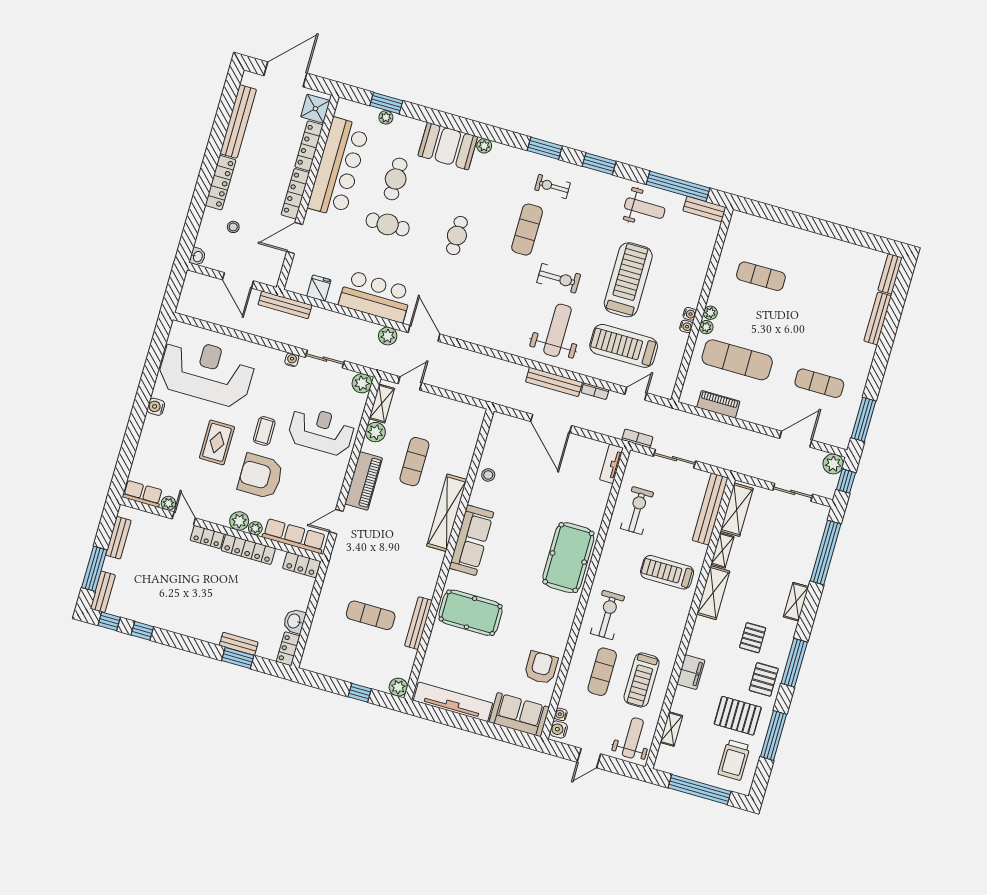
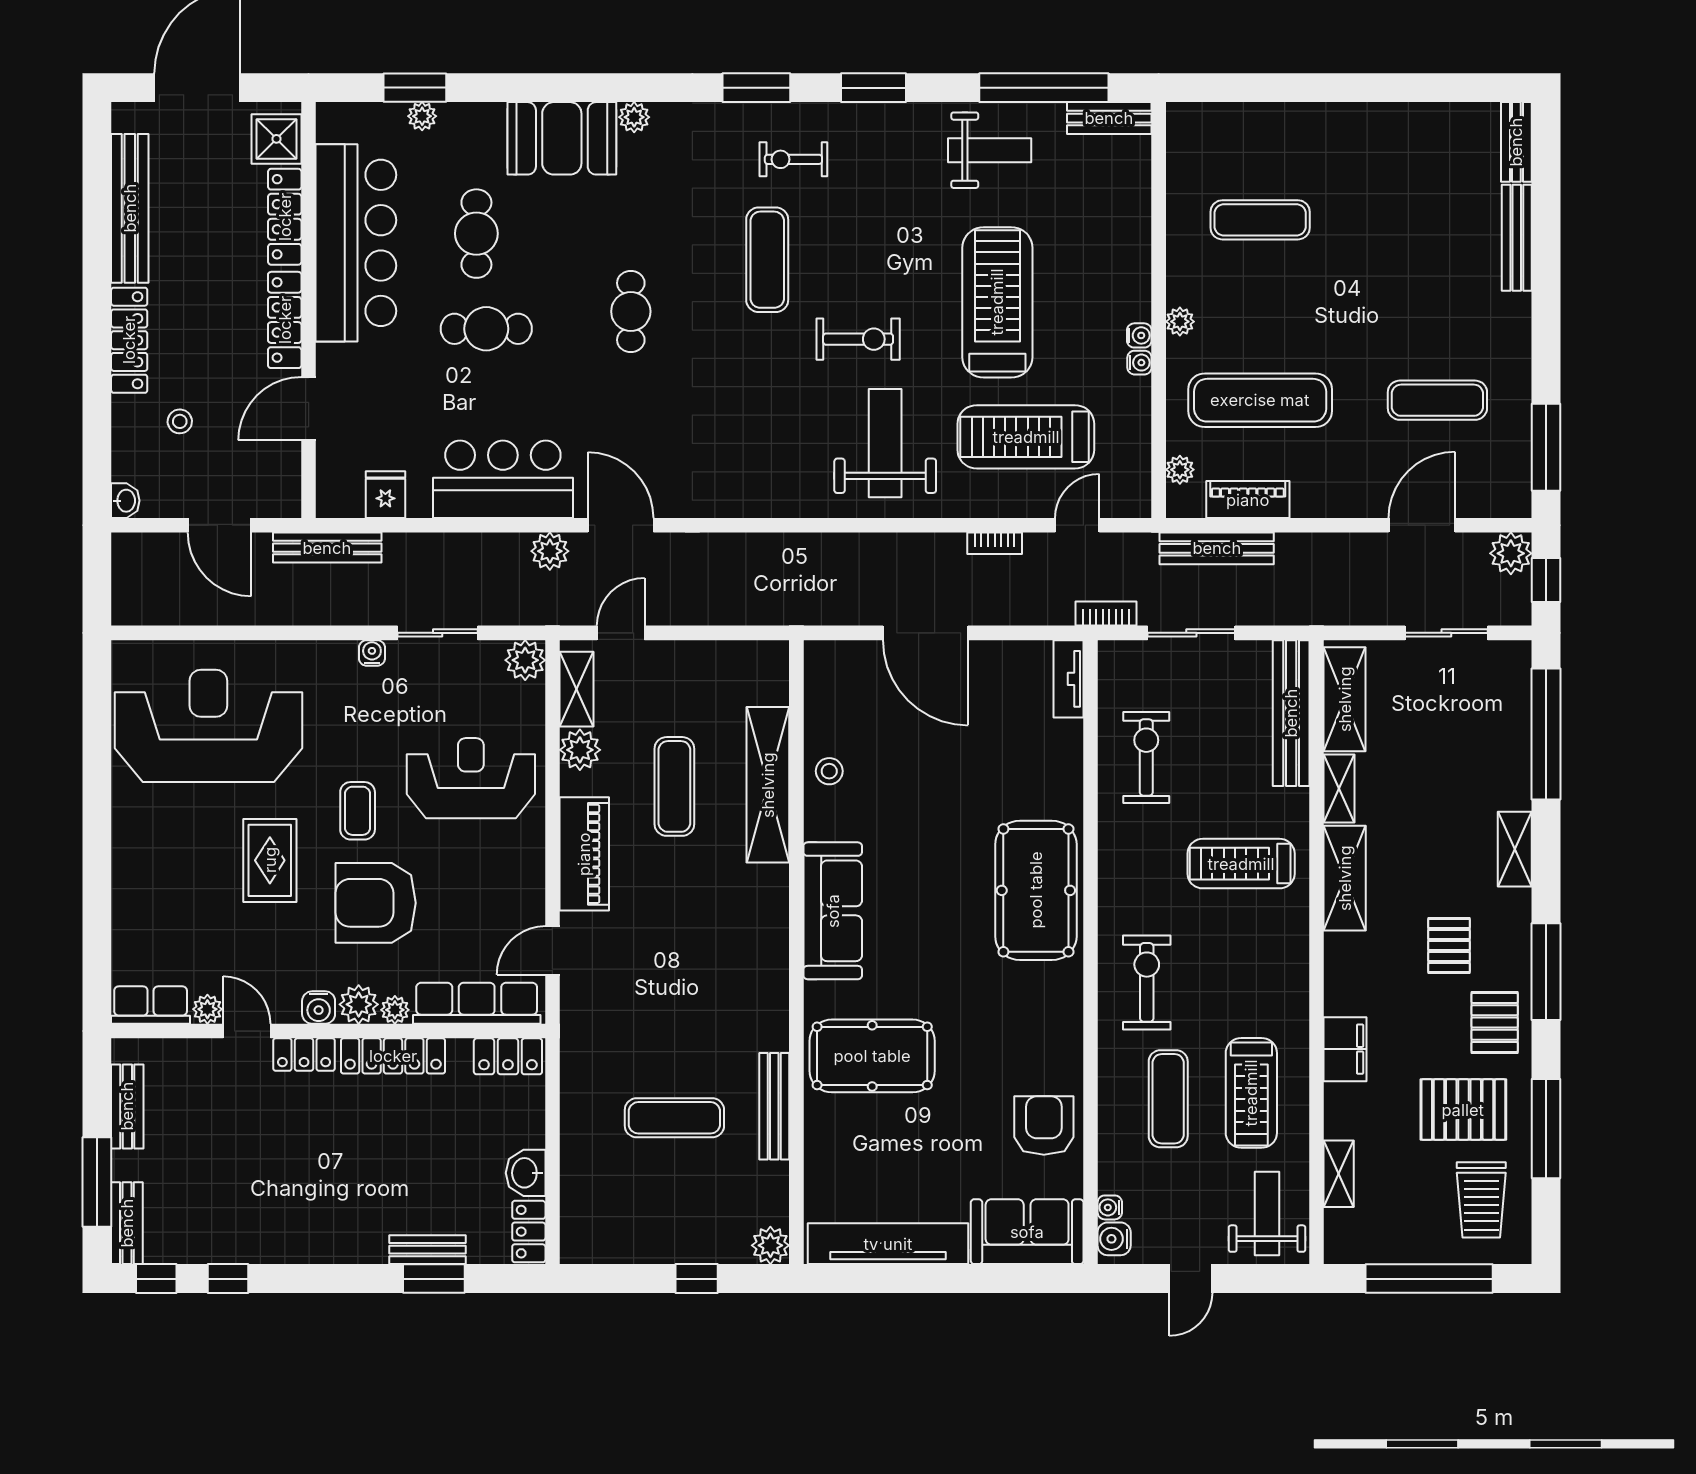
plant: (706, 327) -> (1180, 470), moved
bench: (554, 382) -> (1217, 548), moved
water cooler: (156, 407) -> (319, 1008), moved, turned -90
shelving: (447, 513) -> (768, 785), moved

